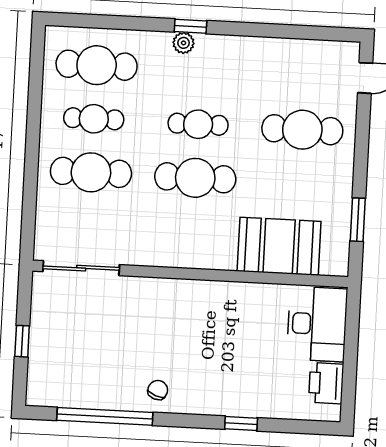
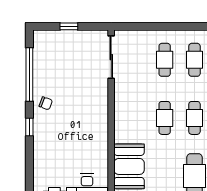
cafe table: (91, 172) -> (165, 60), width x0.73, depth x0.74
cafe table: (195, 178) -> (165, 118), width x0.73, depth x0.74
window: (241, 424) -> (29, 127), moved

